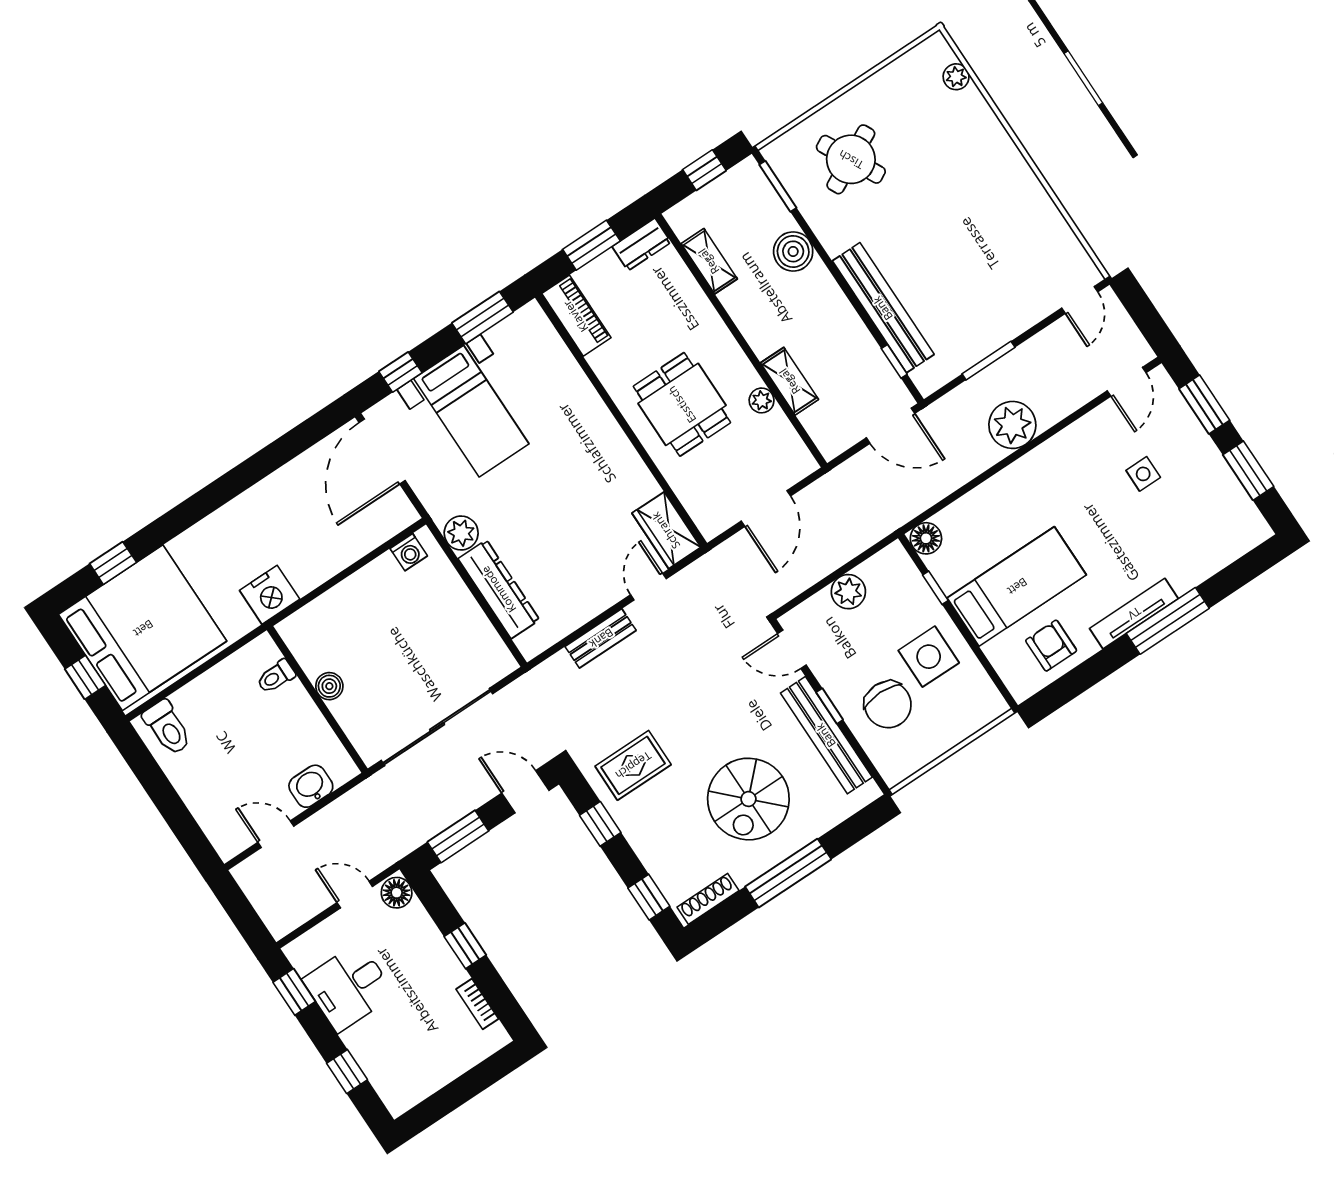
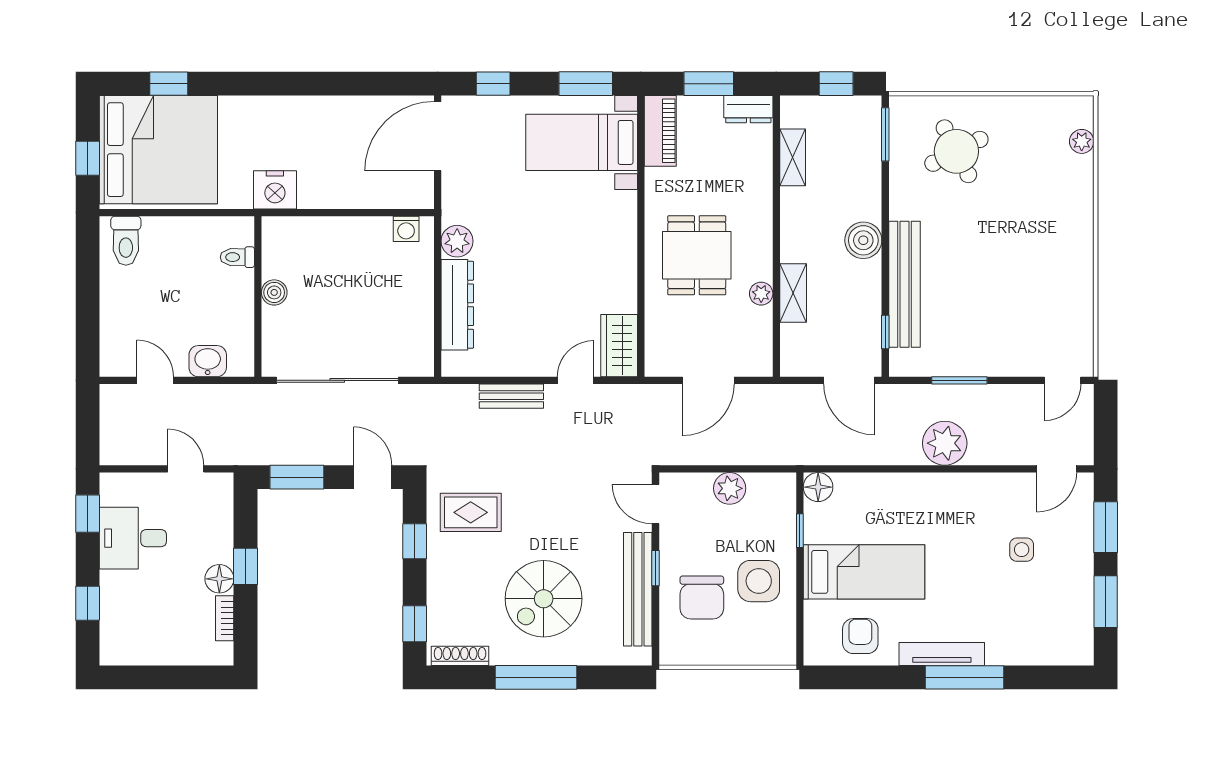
boiler: (793, 251) -> (863, 240), moved
bed with nightstands: (471, 411) -> (582, 142), moved, turned 90
floor lamp: (397, 893) -> (219, 579), moved

